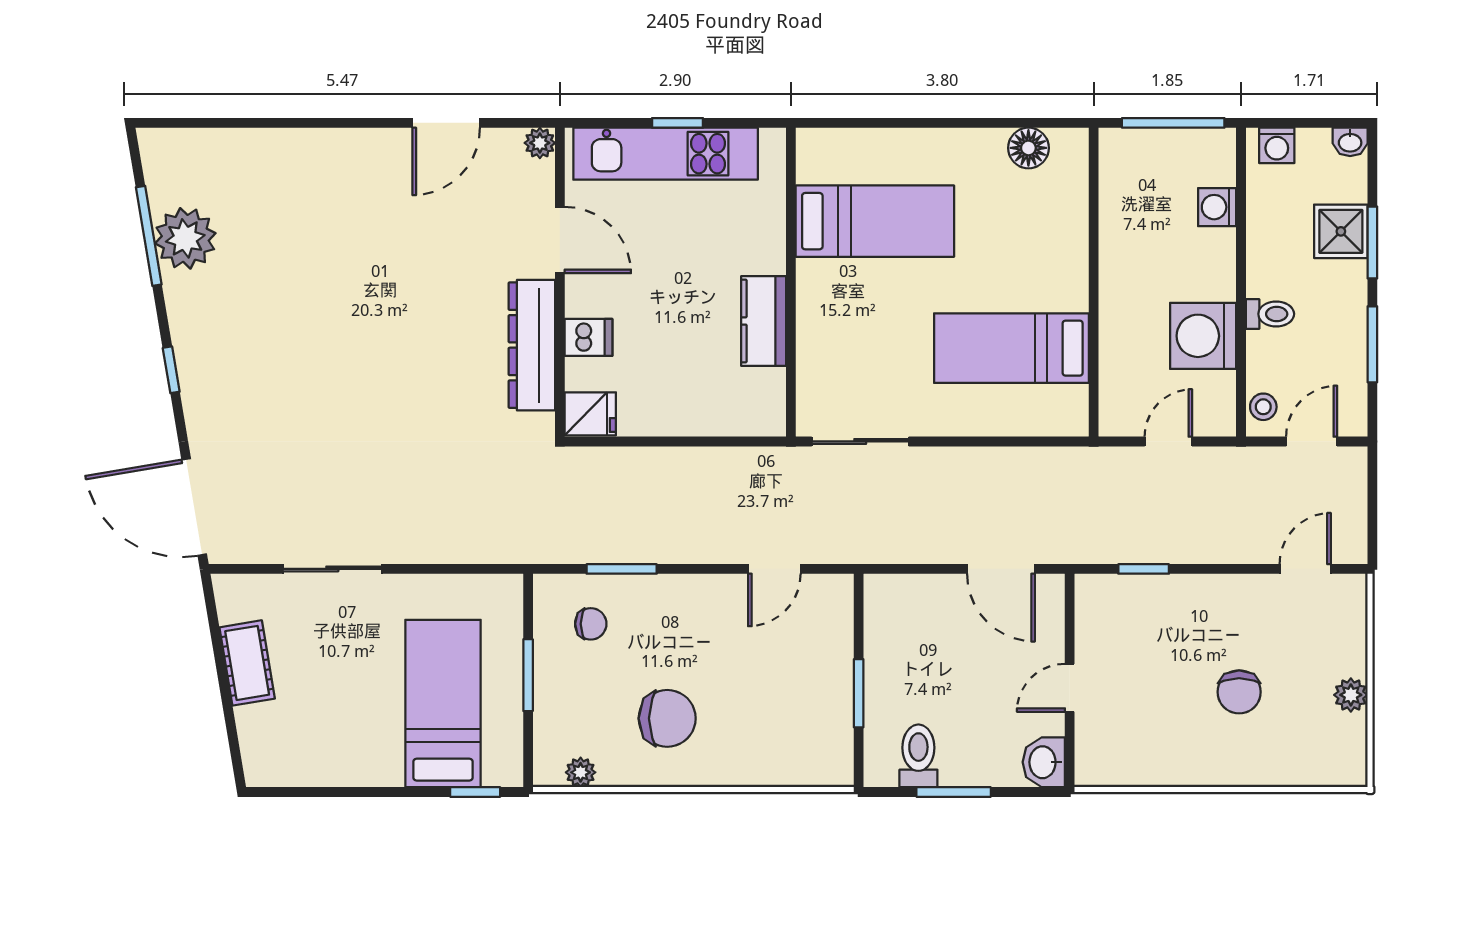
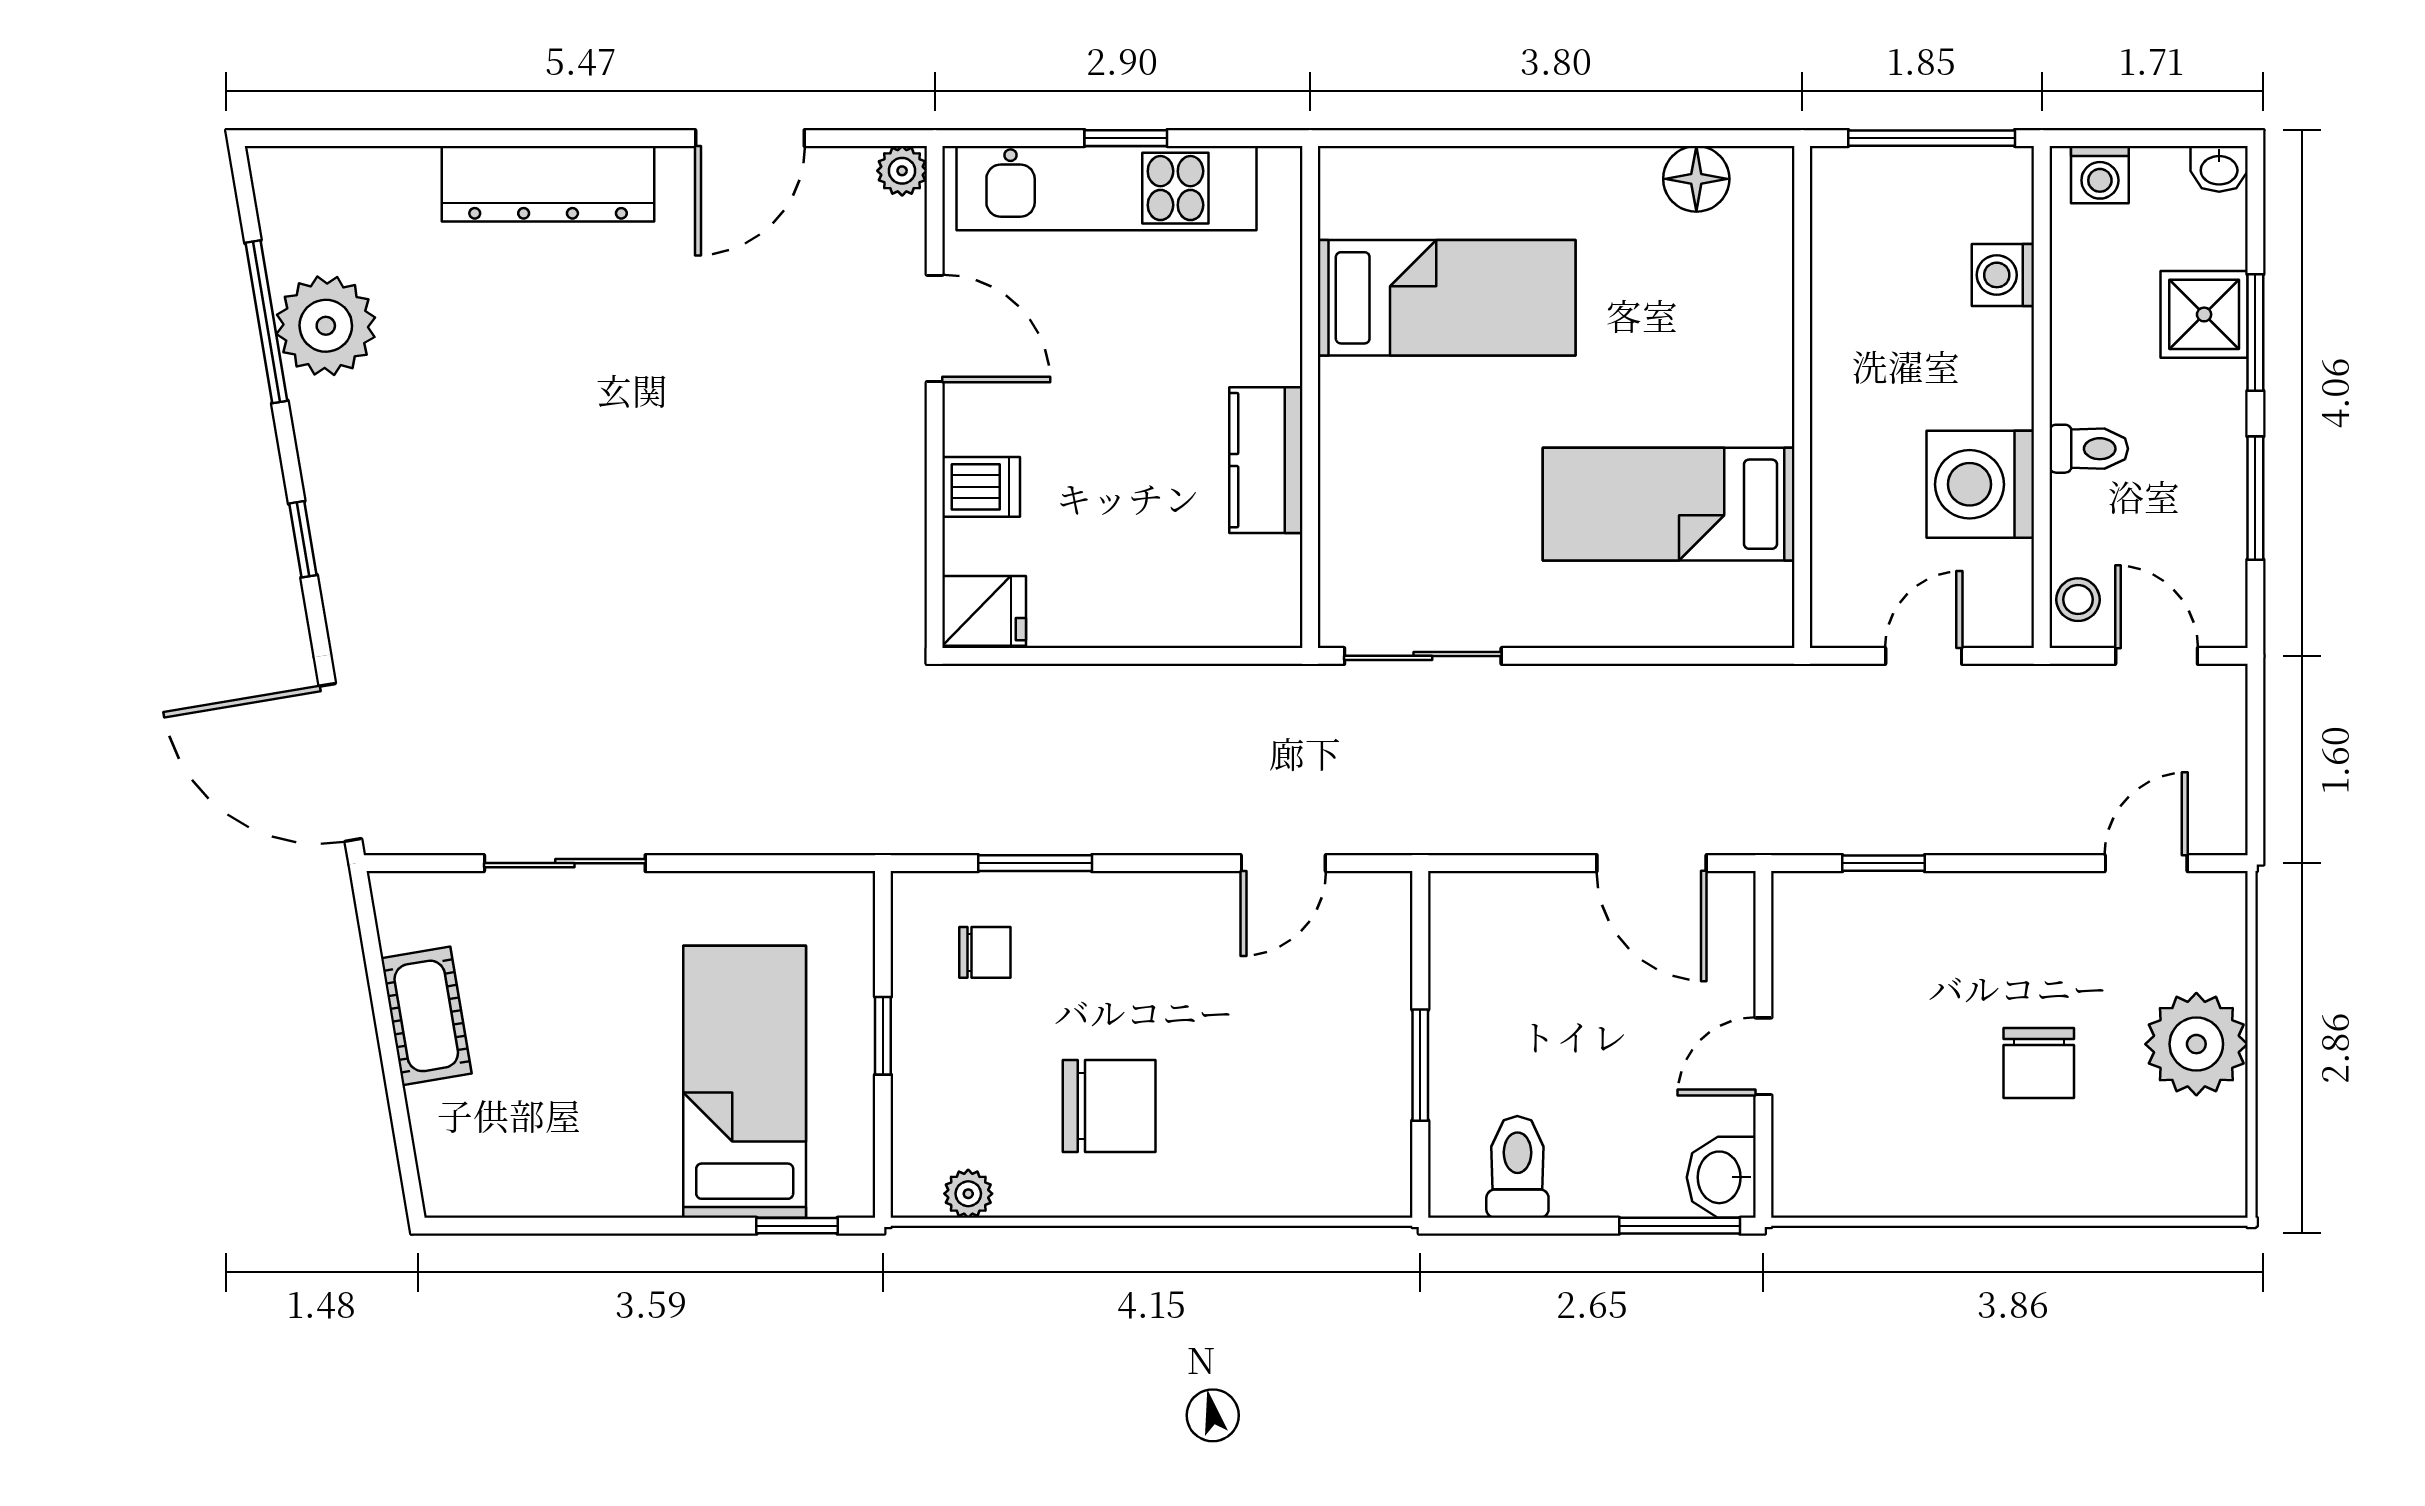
dresser: (532, 345) -> (548, 184), moved, turned -90
door: (1312, 441) -> (2157, 656), hinge flipped
window: (528, 675) -> (883, 1036), width x0.67
plant: (1351, 695) -> (2196, 1044), width x1.88, depth x1.88
window: (954, 792) -> (1680, 1226), moved

